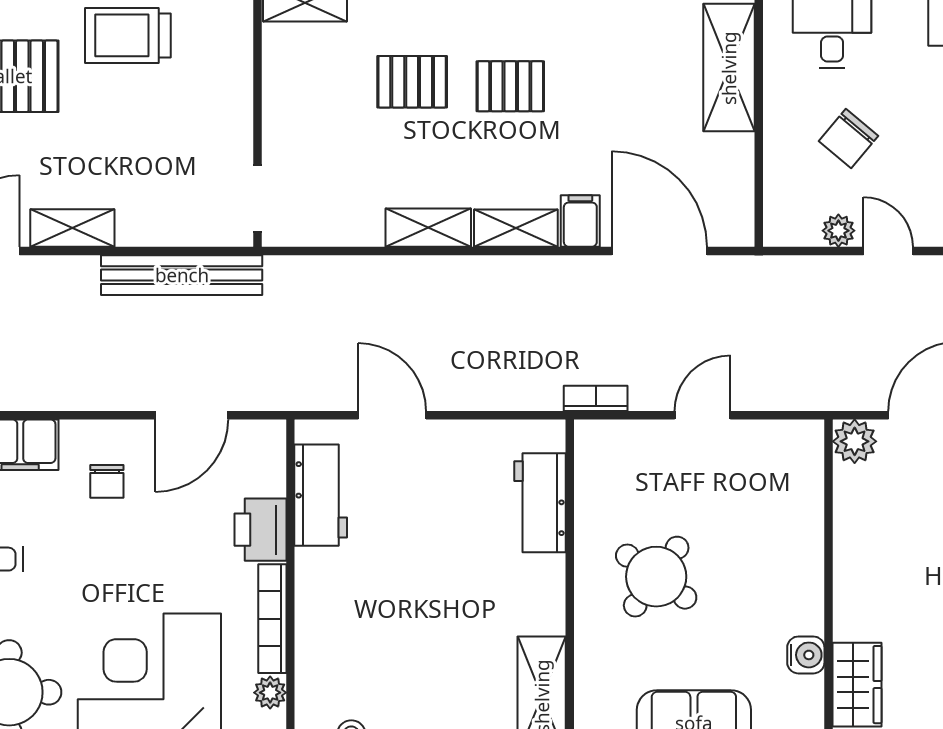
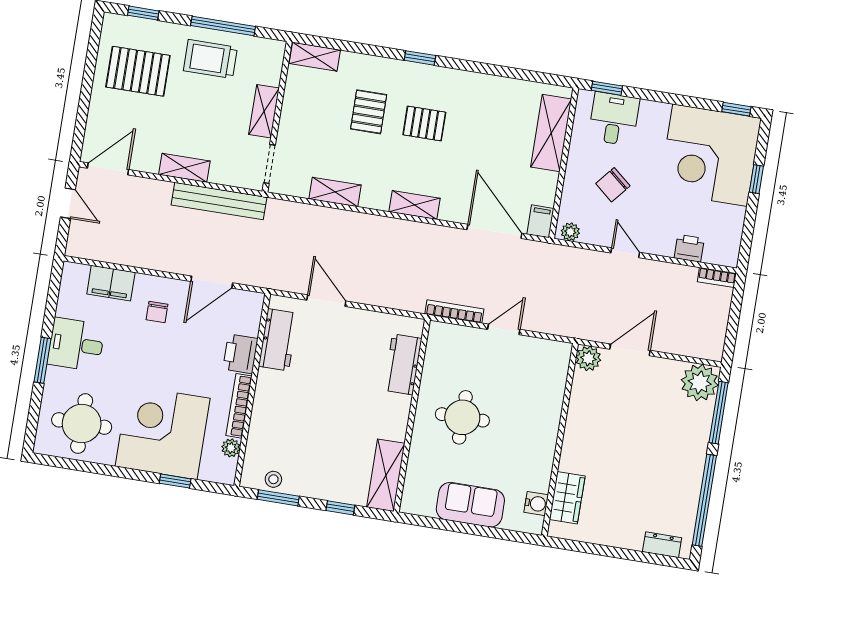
pallet: (412, 82) -> (369, 112), turned 90
shelving: (234, 110) -> (264, 111), added
filing cabinet: (580, 221) -> (540, 221), moved
shelving: (72, 228) -> (184, 168), moved
shelving: (428, 228) -> (335, 192), moved
plant: (838, 231) -> (570, 232), moved
bookcase: (596, 398) -> (454, 312), width x1.56
round table: (656, 577) -> (462, 417), turned -36
water cooler: (806, 655) -> (536, 504), moved

